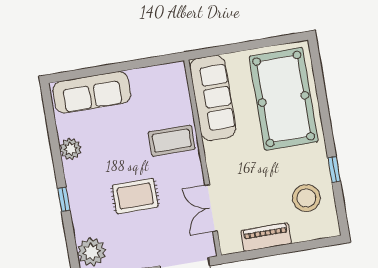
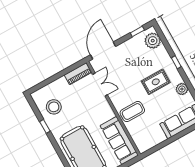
rug: (135, 196) -> (156, 82), moved
piano: (266, 237) -> (78, 74), moved

